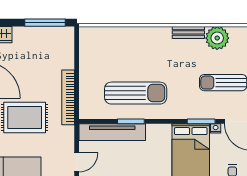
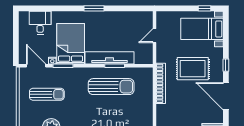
sun lounger: (136, 93) -> (111, 87), turned 180
tv unit: (112, 132) -> (110, 58), moved

